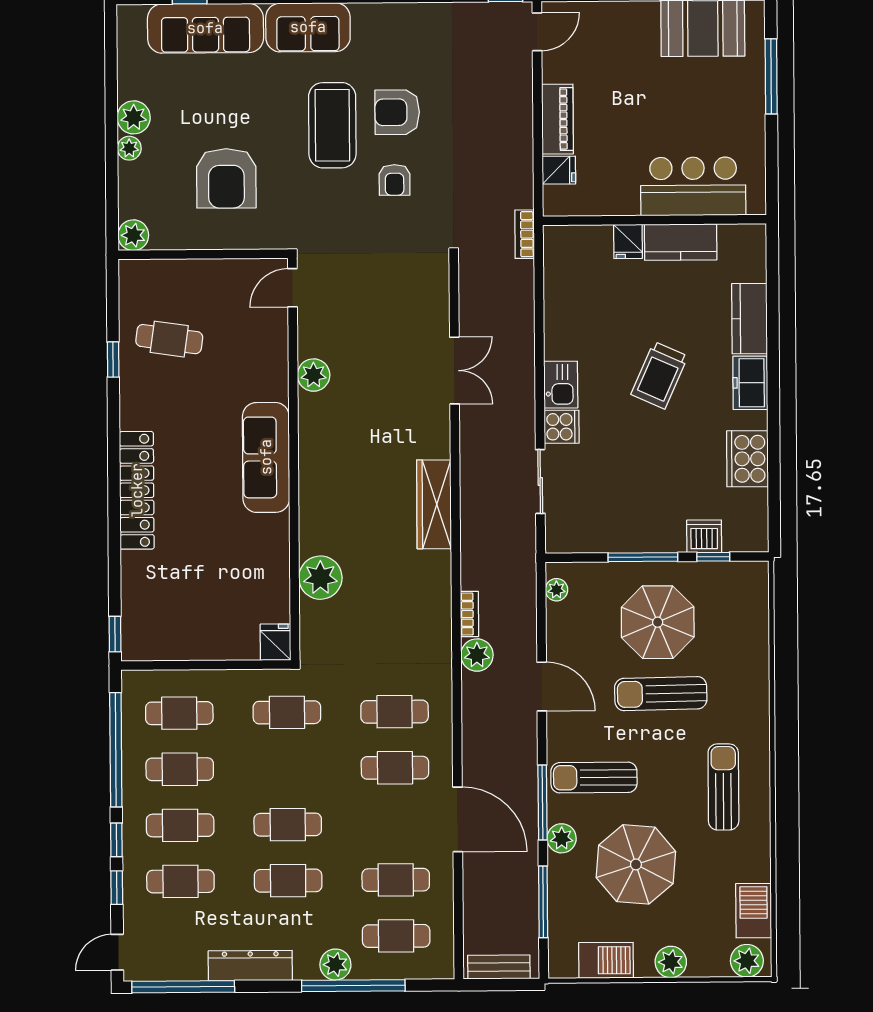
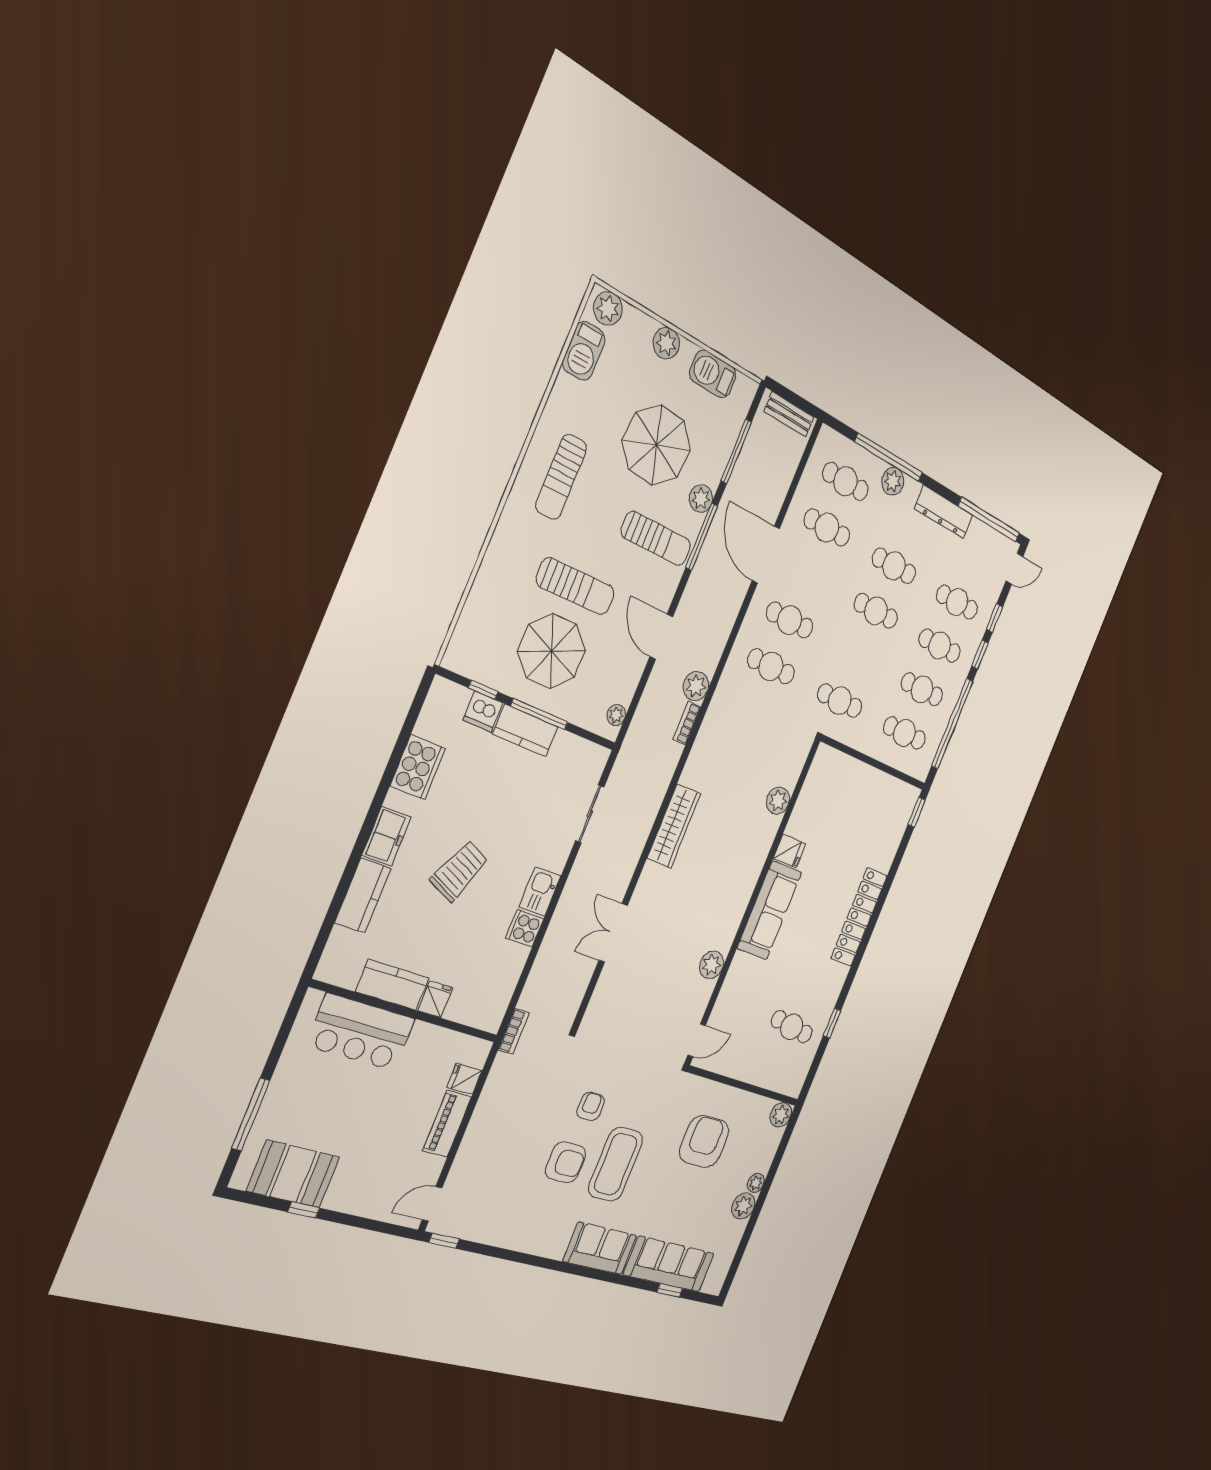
cooker: (562, 427) -> (525, 928), moved
kitchen counter: (651, 536) -> (525, 730), added
plant: (320, 578) -> (778, 801), width x0.73, depth x0.73
fridge: (275, 642) -> (789, 851), moved, turned -90

